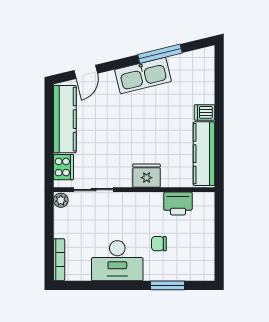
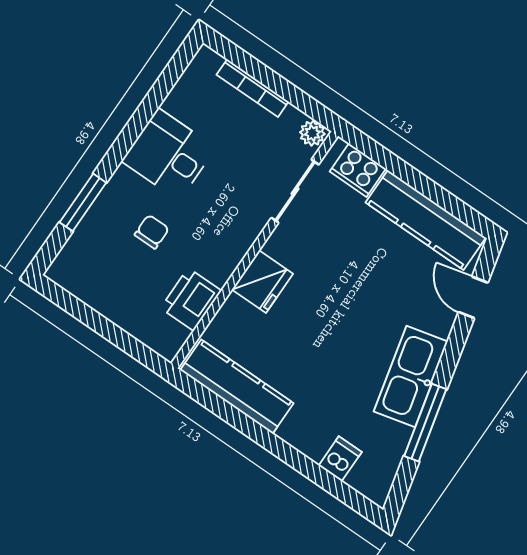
dishwasher: (204, 112) -> (340, 459), moved
bookcase: (59, 260) -> (253, 88), moved
desk: (117, 261) -> (169, 154), width x0.73

